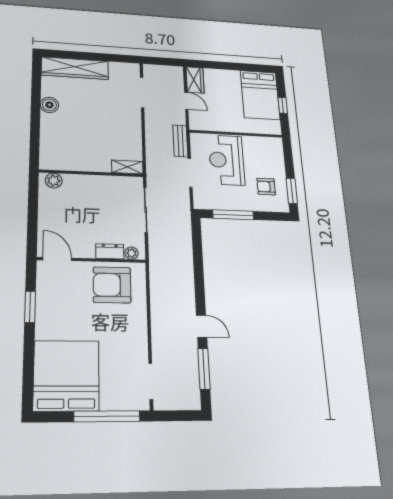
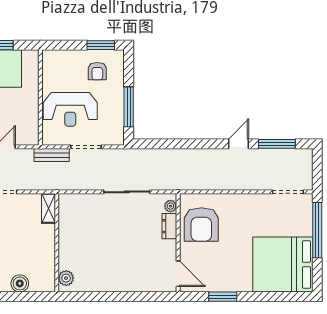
shelving: (127, 167) -> (48, 208), moved
wall: (91, 173) -> (57, 243), moved
plant: (54, 181) -> (66, 278), moved
door: (57, 259) -> (178, 274), swing flipped

